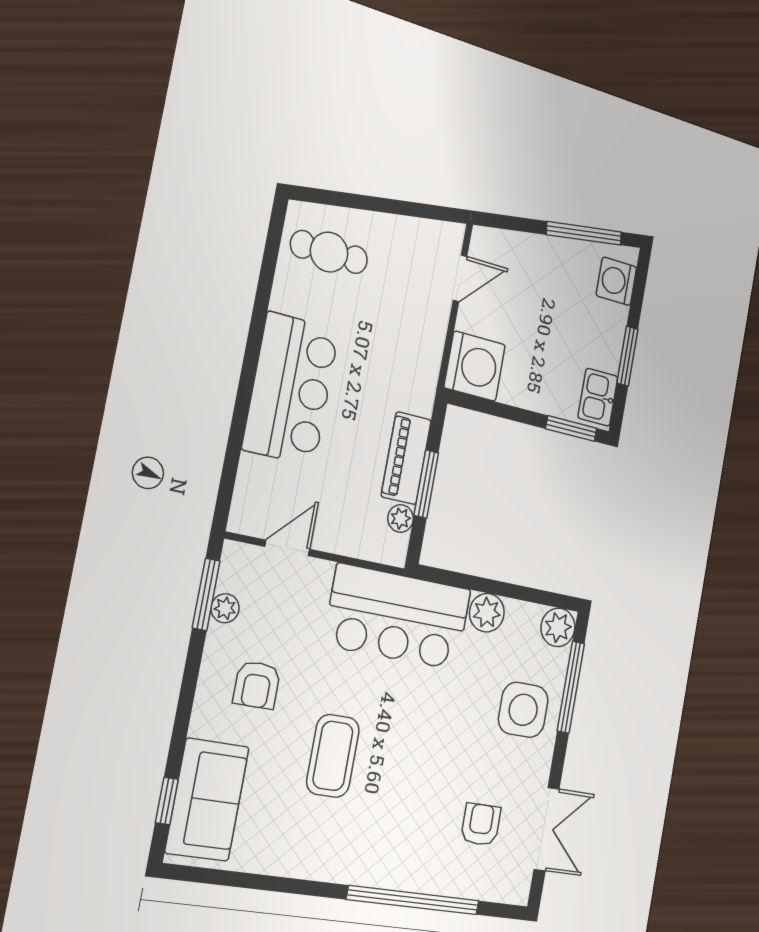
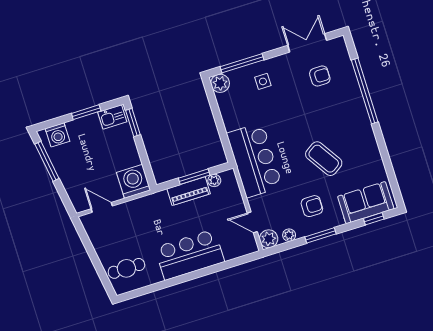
cafe table: (329, 252) -> (126, 268), turned 90
window: (206, 594) -> (320, 235), moved
plant: (487, 613) -> (269, 239), moved
side table: (523, 710) -> (263, 81), width x0.54, depth x0.54
coffee table: (333, 756) -> (324, 159), turned 57
armchair: (481, 824) -> (320, 76), turned 180

